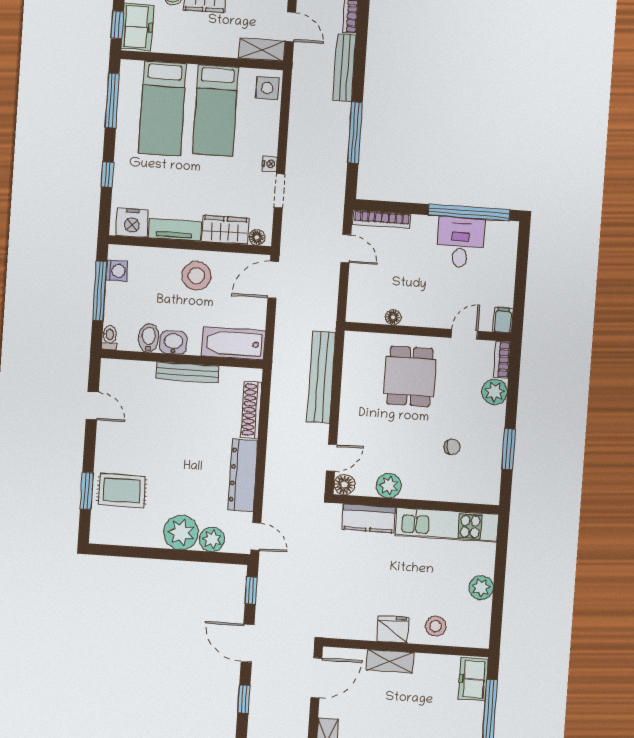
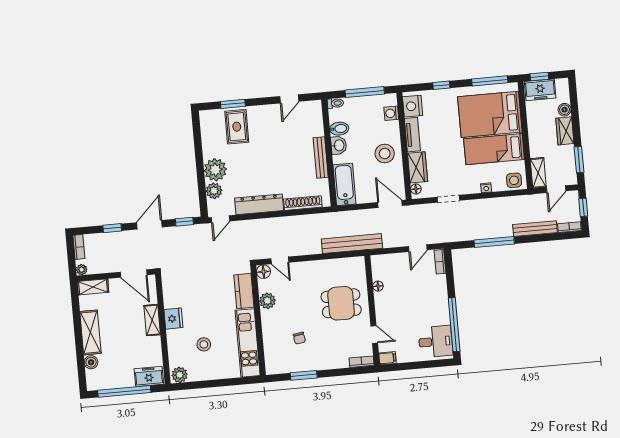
bed: (162, 109) -> (490, 114), width x1.50
nightstand: (270, 164) -> (486, 188), moved
bookcase: (382, 219) -> (440, 262), width x0.64
desk: (460, 242) -> (436, 342), moved
washing machine: (117, 271) -> (391, 113), moved, turned 90
bench: (321, 377) -> (352, 244), moved
plant: (494, 392) -> (340, 360), removed
plant: (481, 588) -> (180, 375), moved
stool: (436, 626) -> (204, 344), moved

